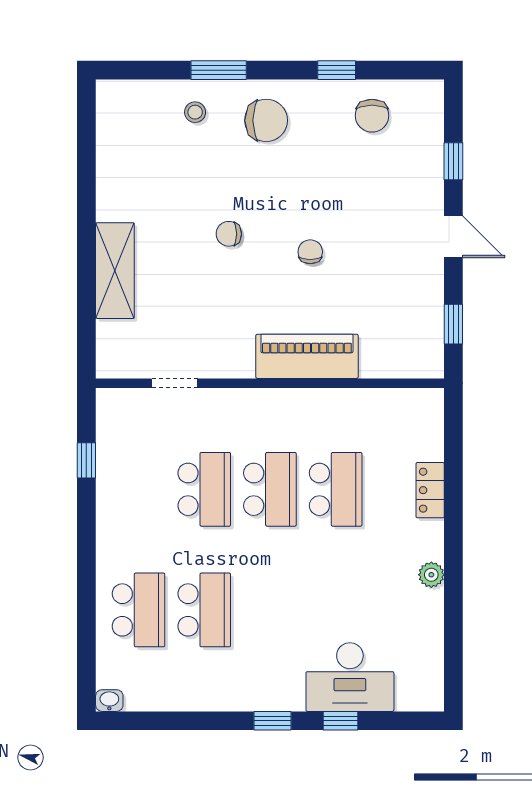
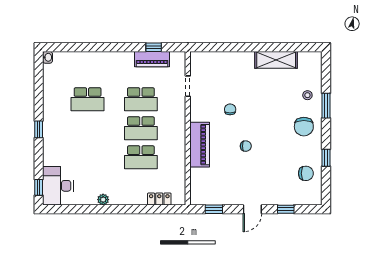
chair: (372, 116) -> (306, 173), turned 180
chair: (229, 234) -> (230, 109), moved
shelving: (115, 271) -> (276, 60), moved
piano: (113, 464) -> (152, 59), added
locker: (430, 490) -> (159, 199), moved
school desk: (139, 610) -> (88, 70), removed
desk: (350, 677) -> (58, 186), moved
window: (341, 721) -> (39, 187), moved

